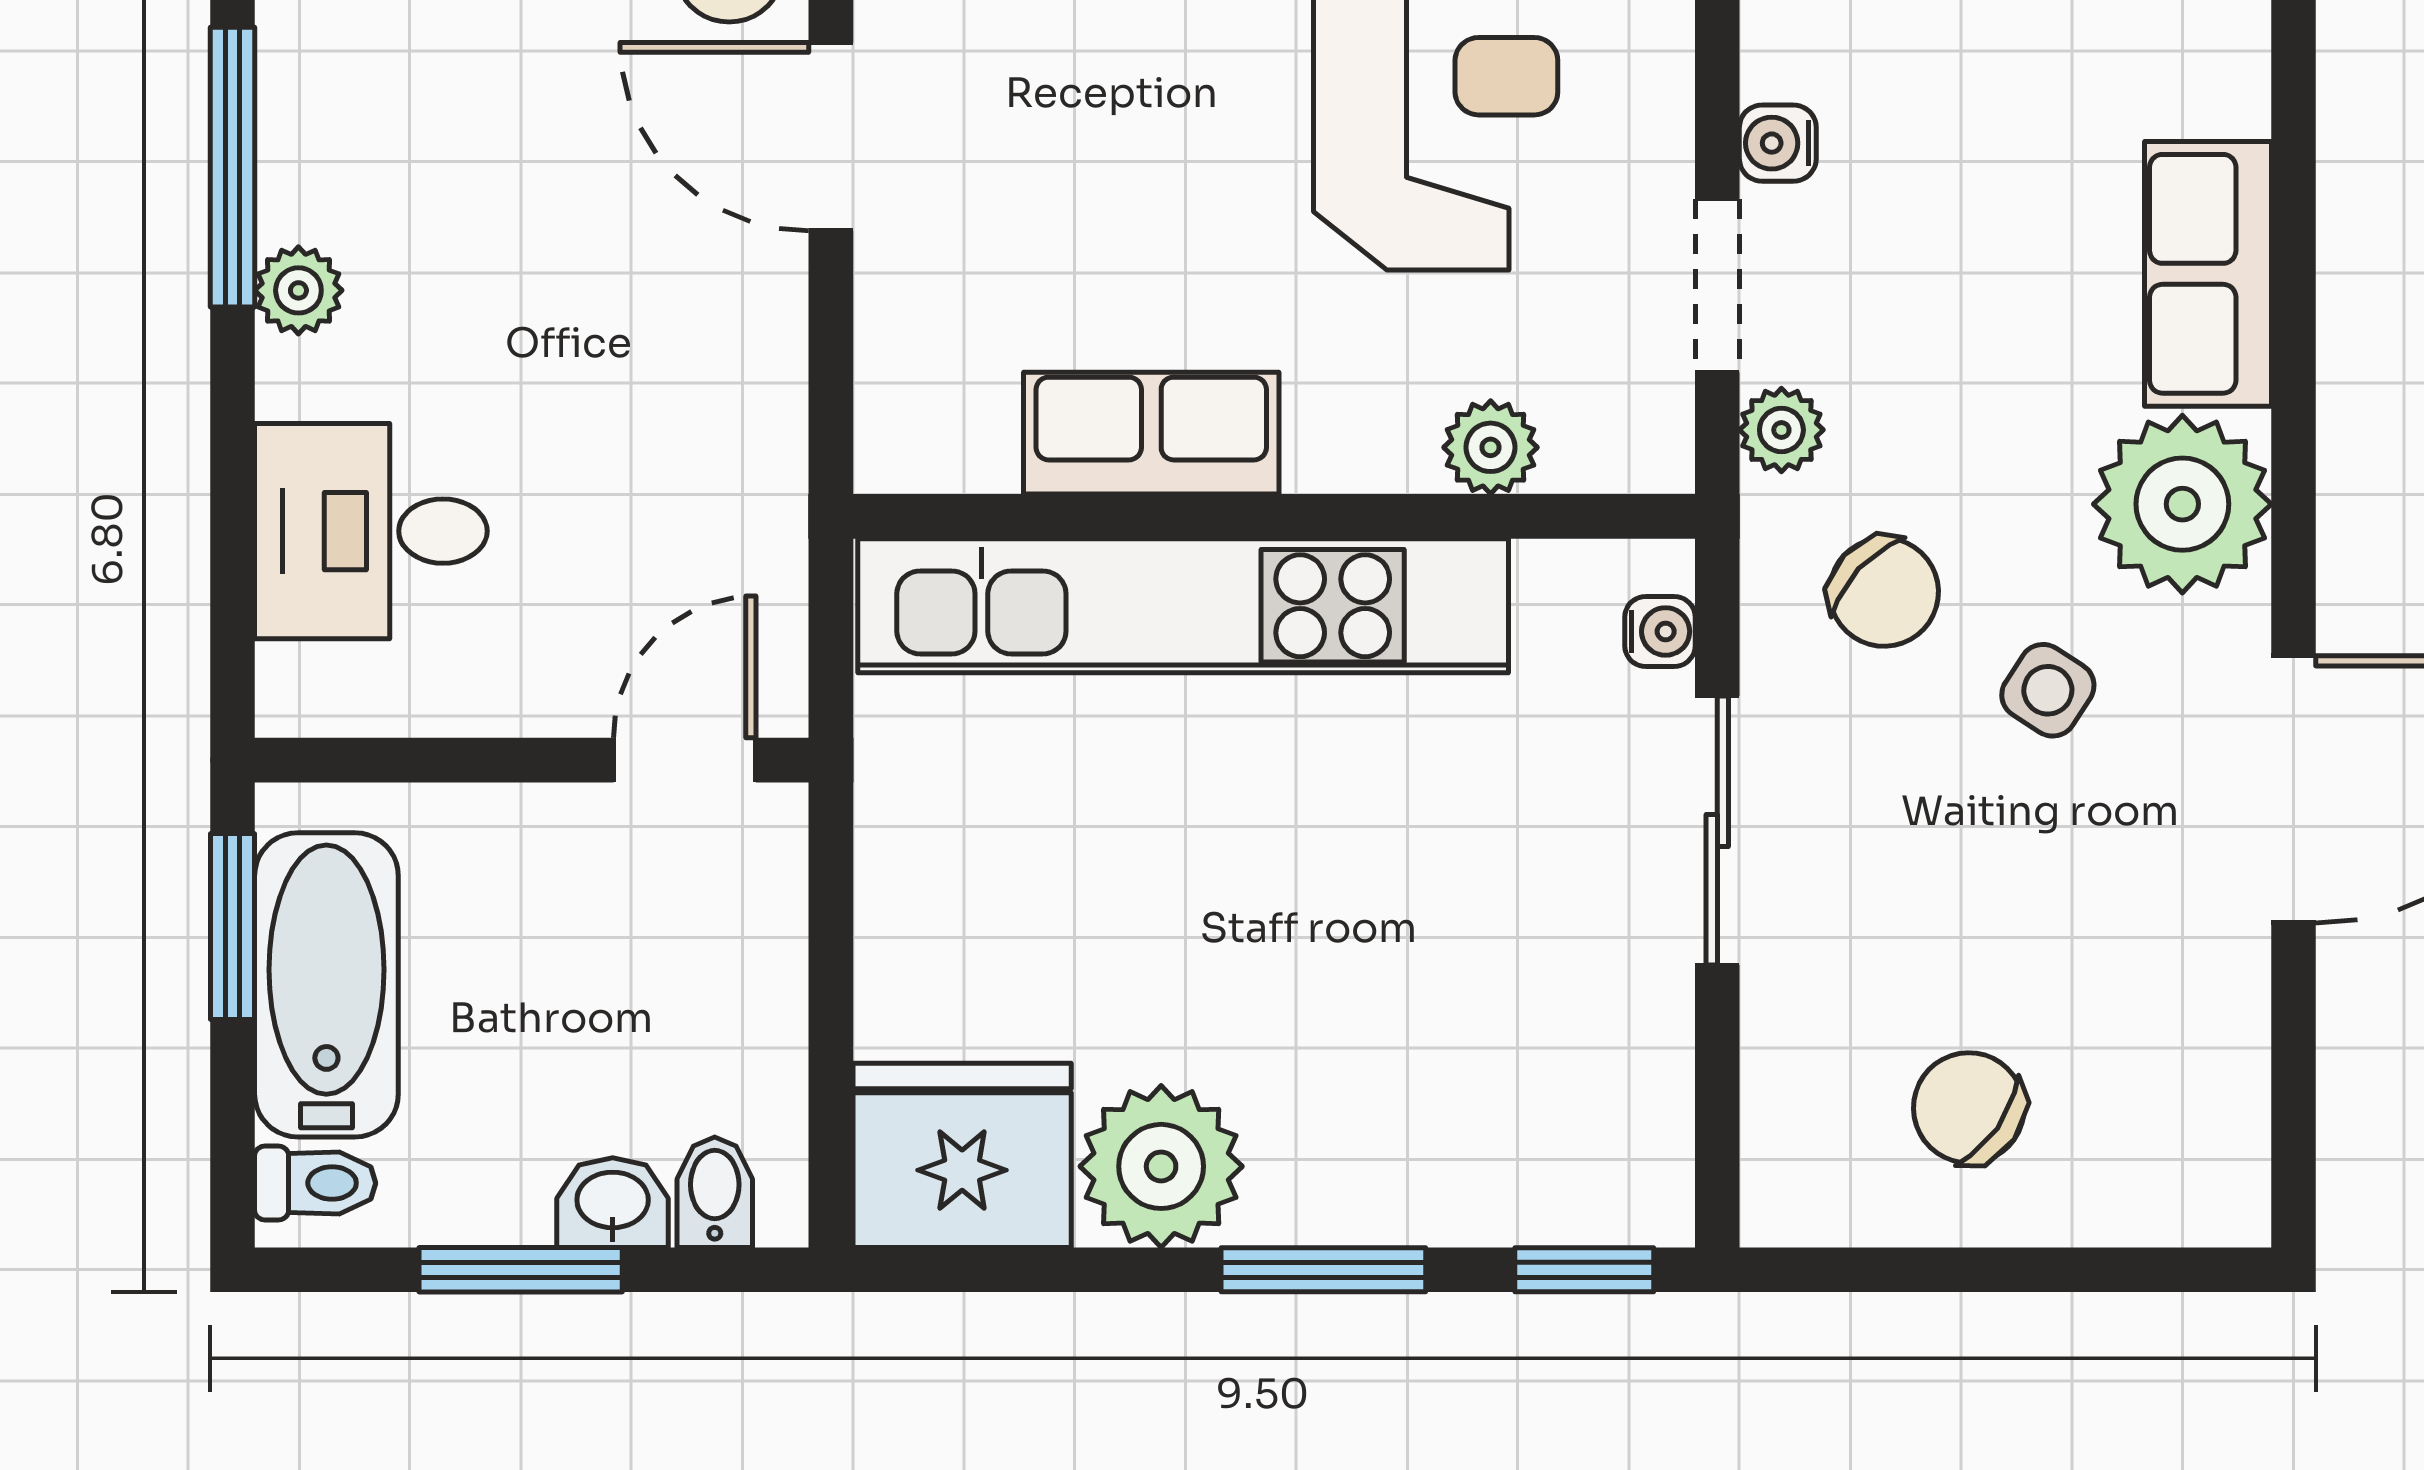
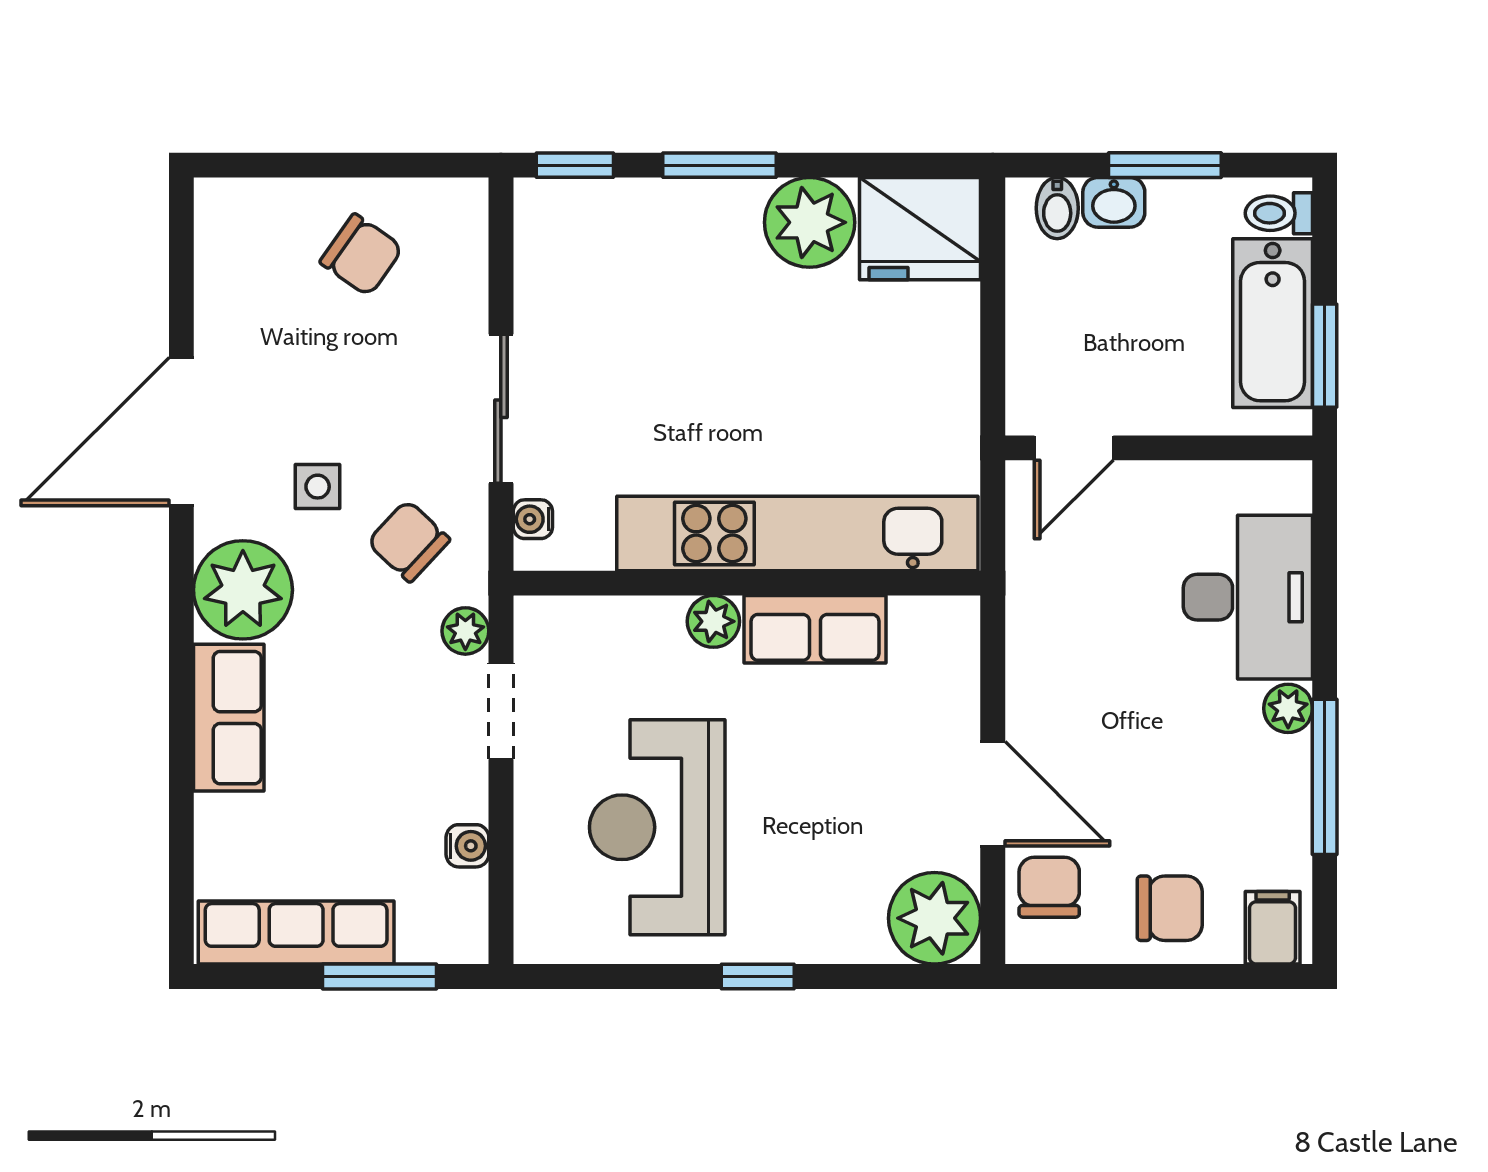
water cooler: (1778, 143) -> (467, 846), moved
plant: (1491, 447) -> (713, 621), moved
desk: (371, 531) -> (1248, 597), width x1.37
side table: (2048, 690) -> (318, 487), turned -33

